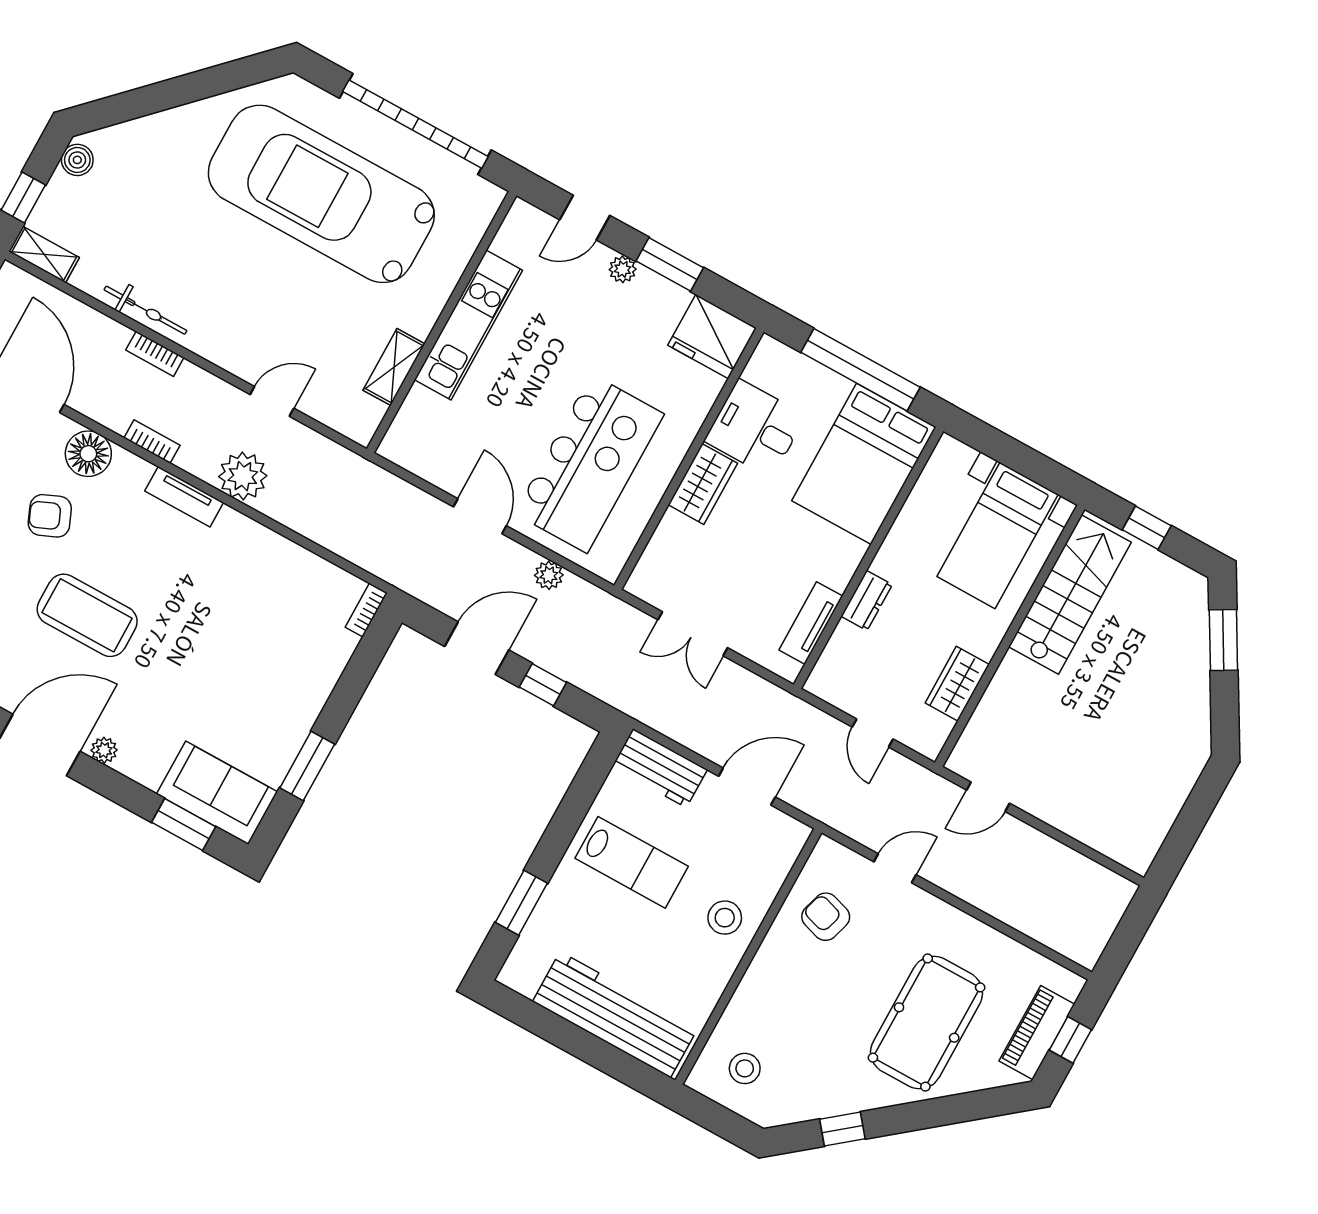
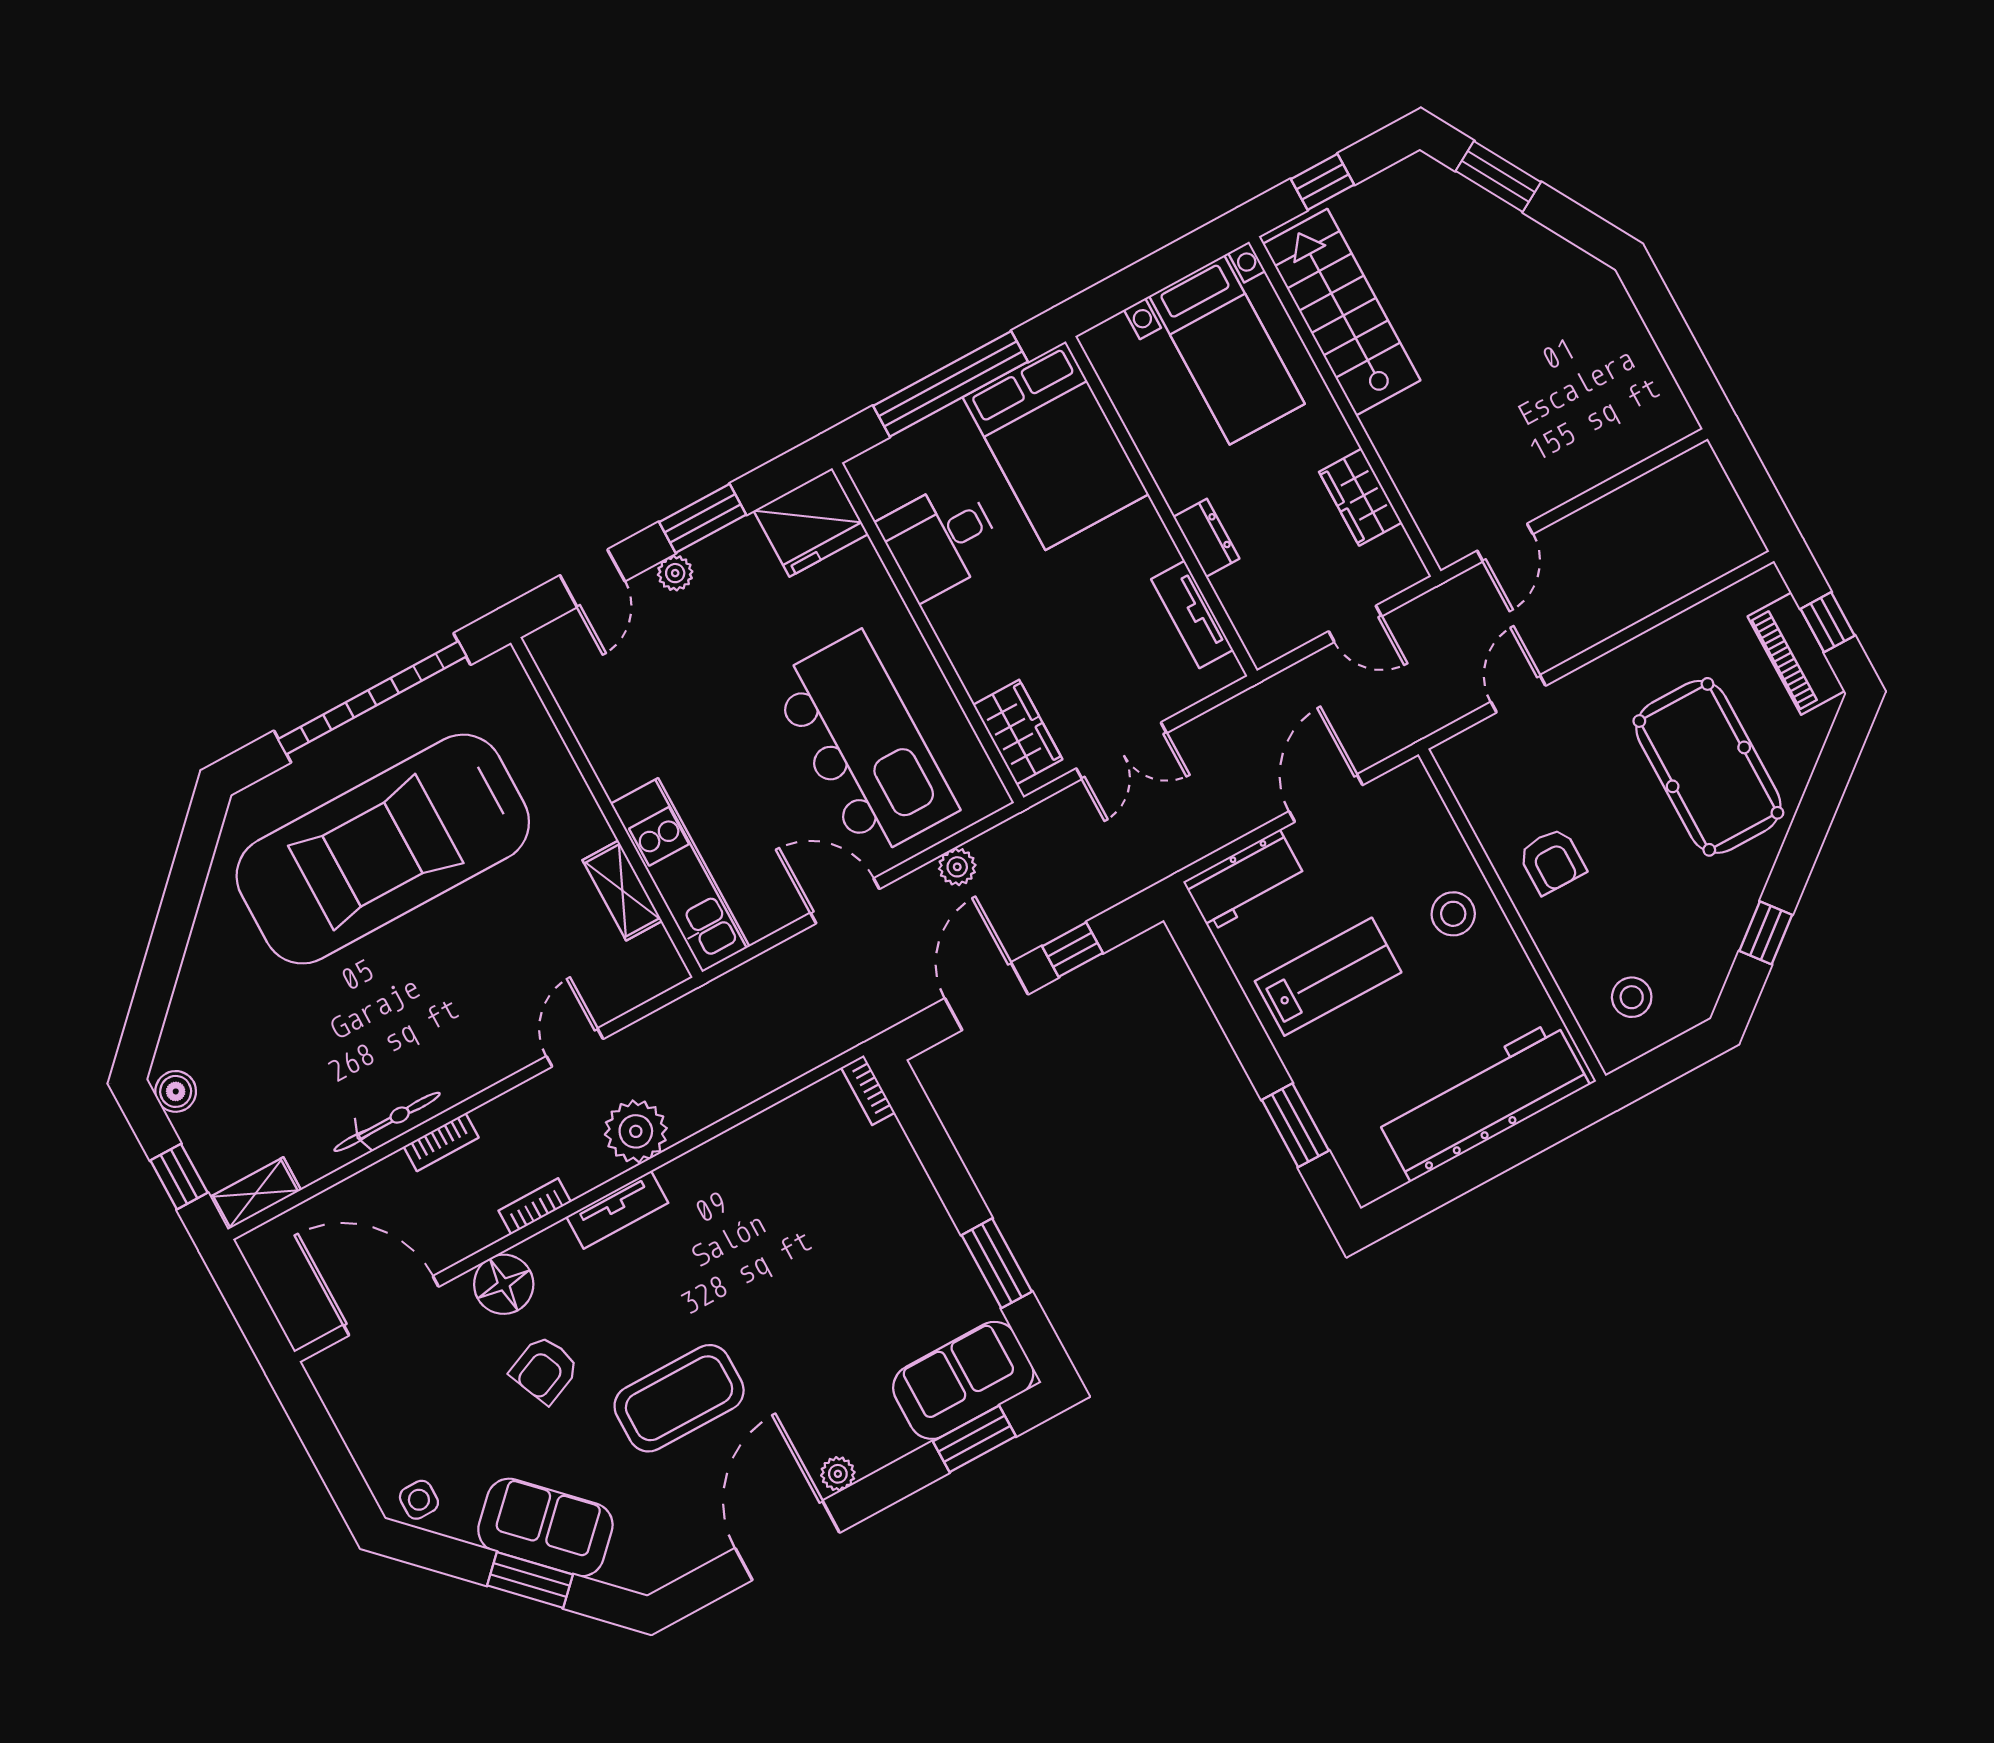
kitchen unit: (468, 325) -> (680, 875), moved
wardrobe: (703, 484) -> (1018, 732), moved
armchair: (826, 917) -> (1552, 861), moved, turned -107

